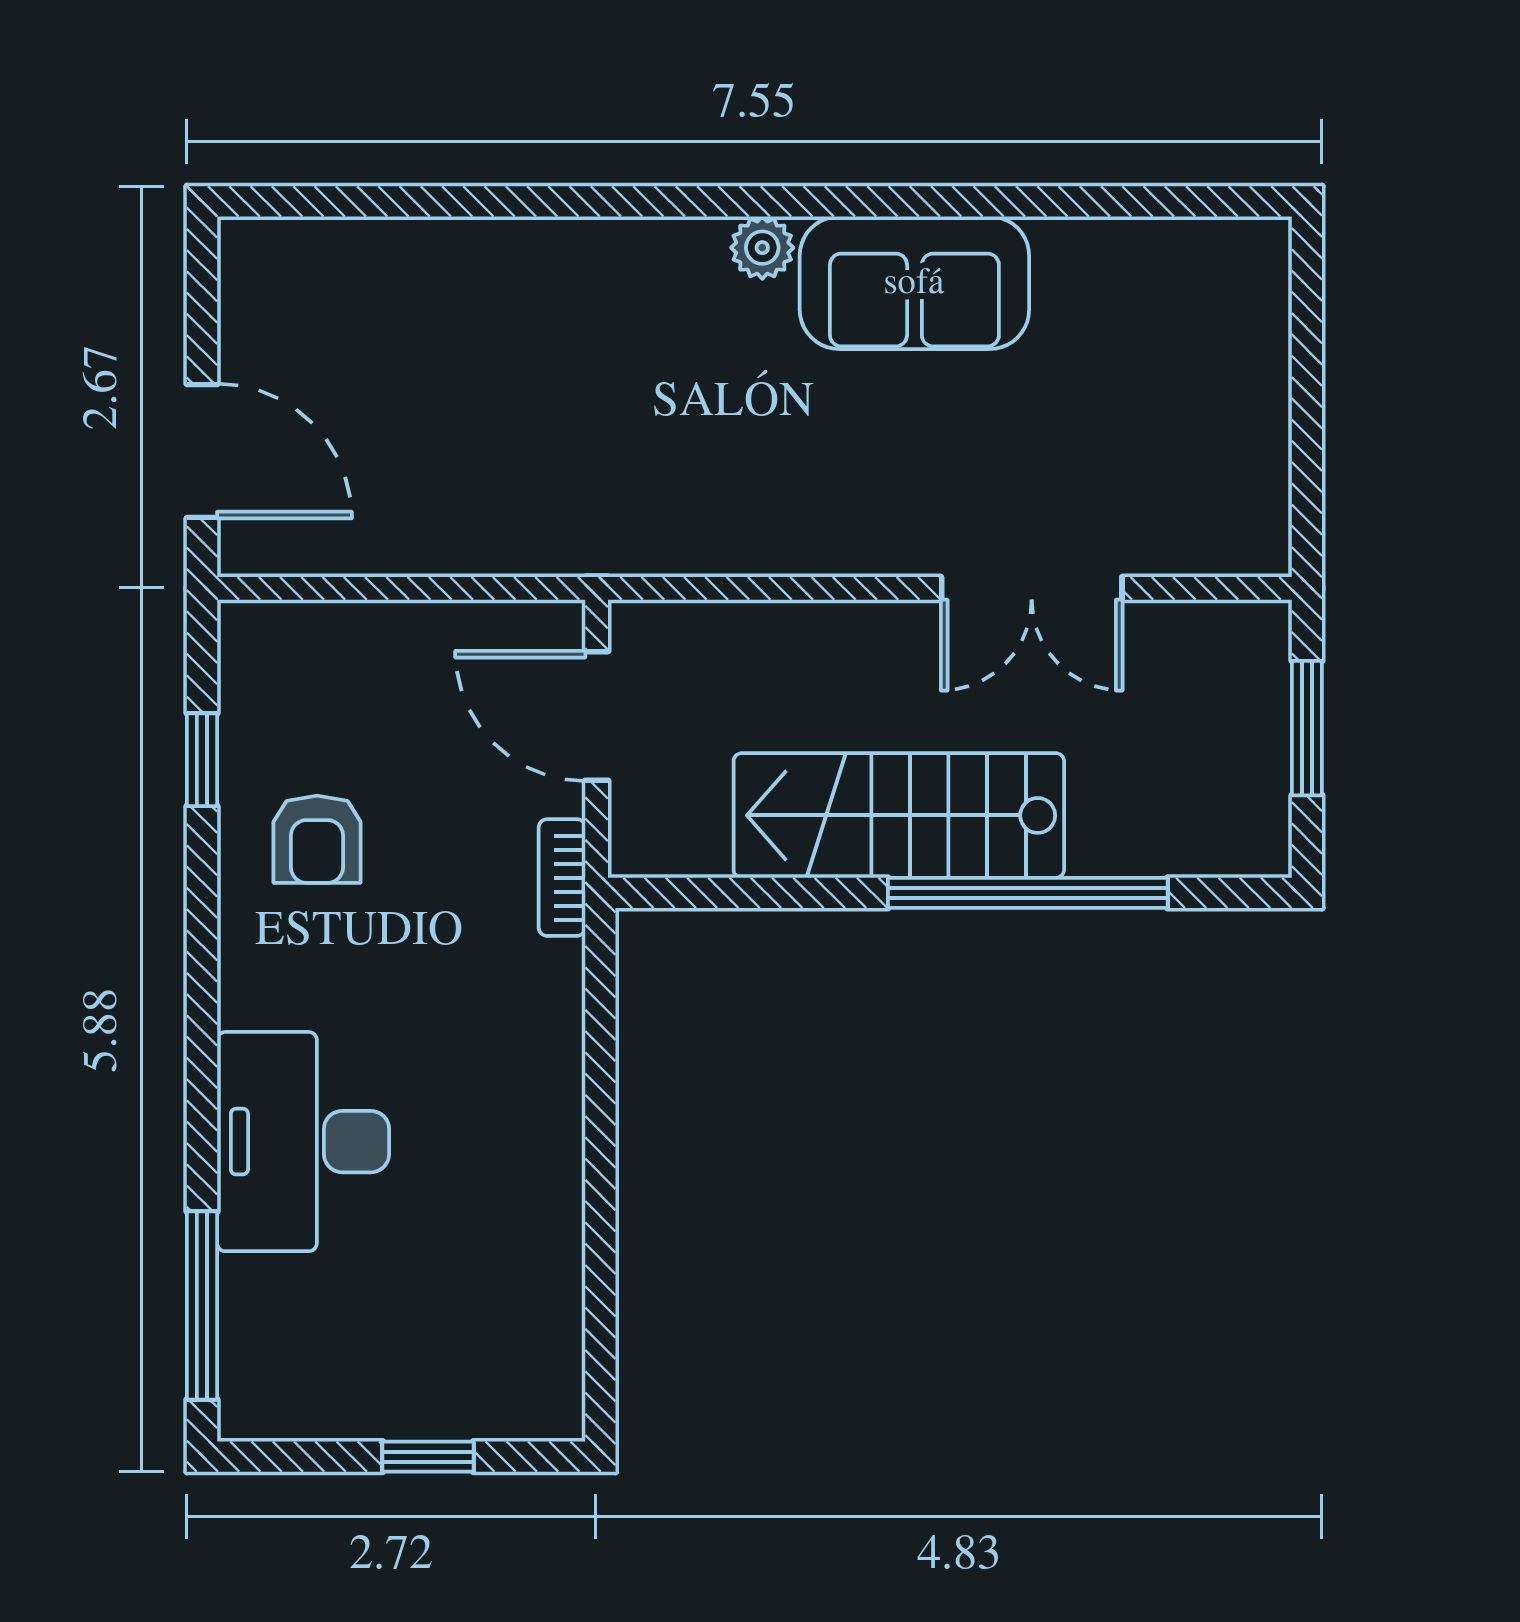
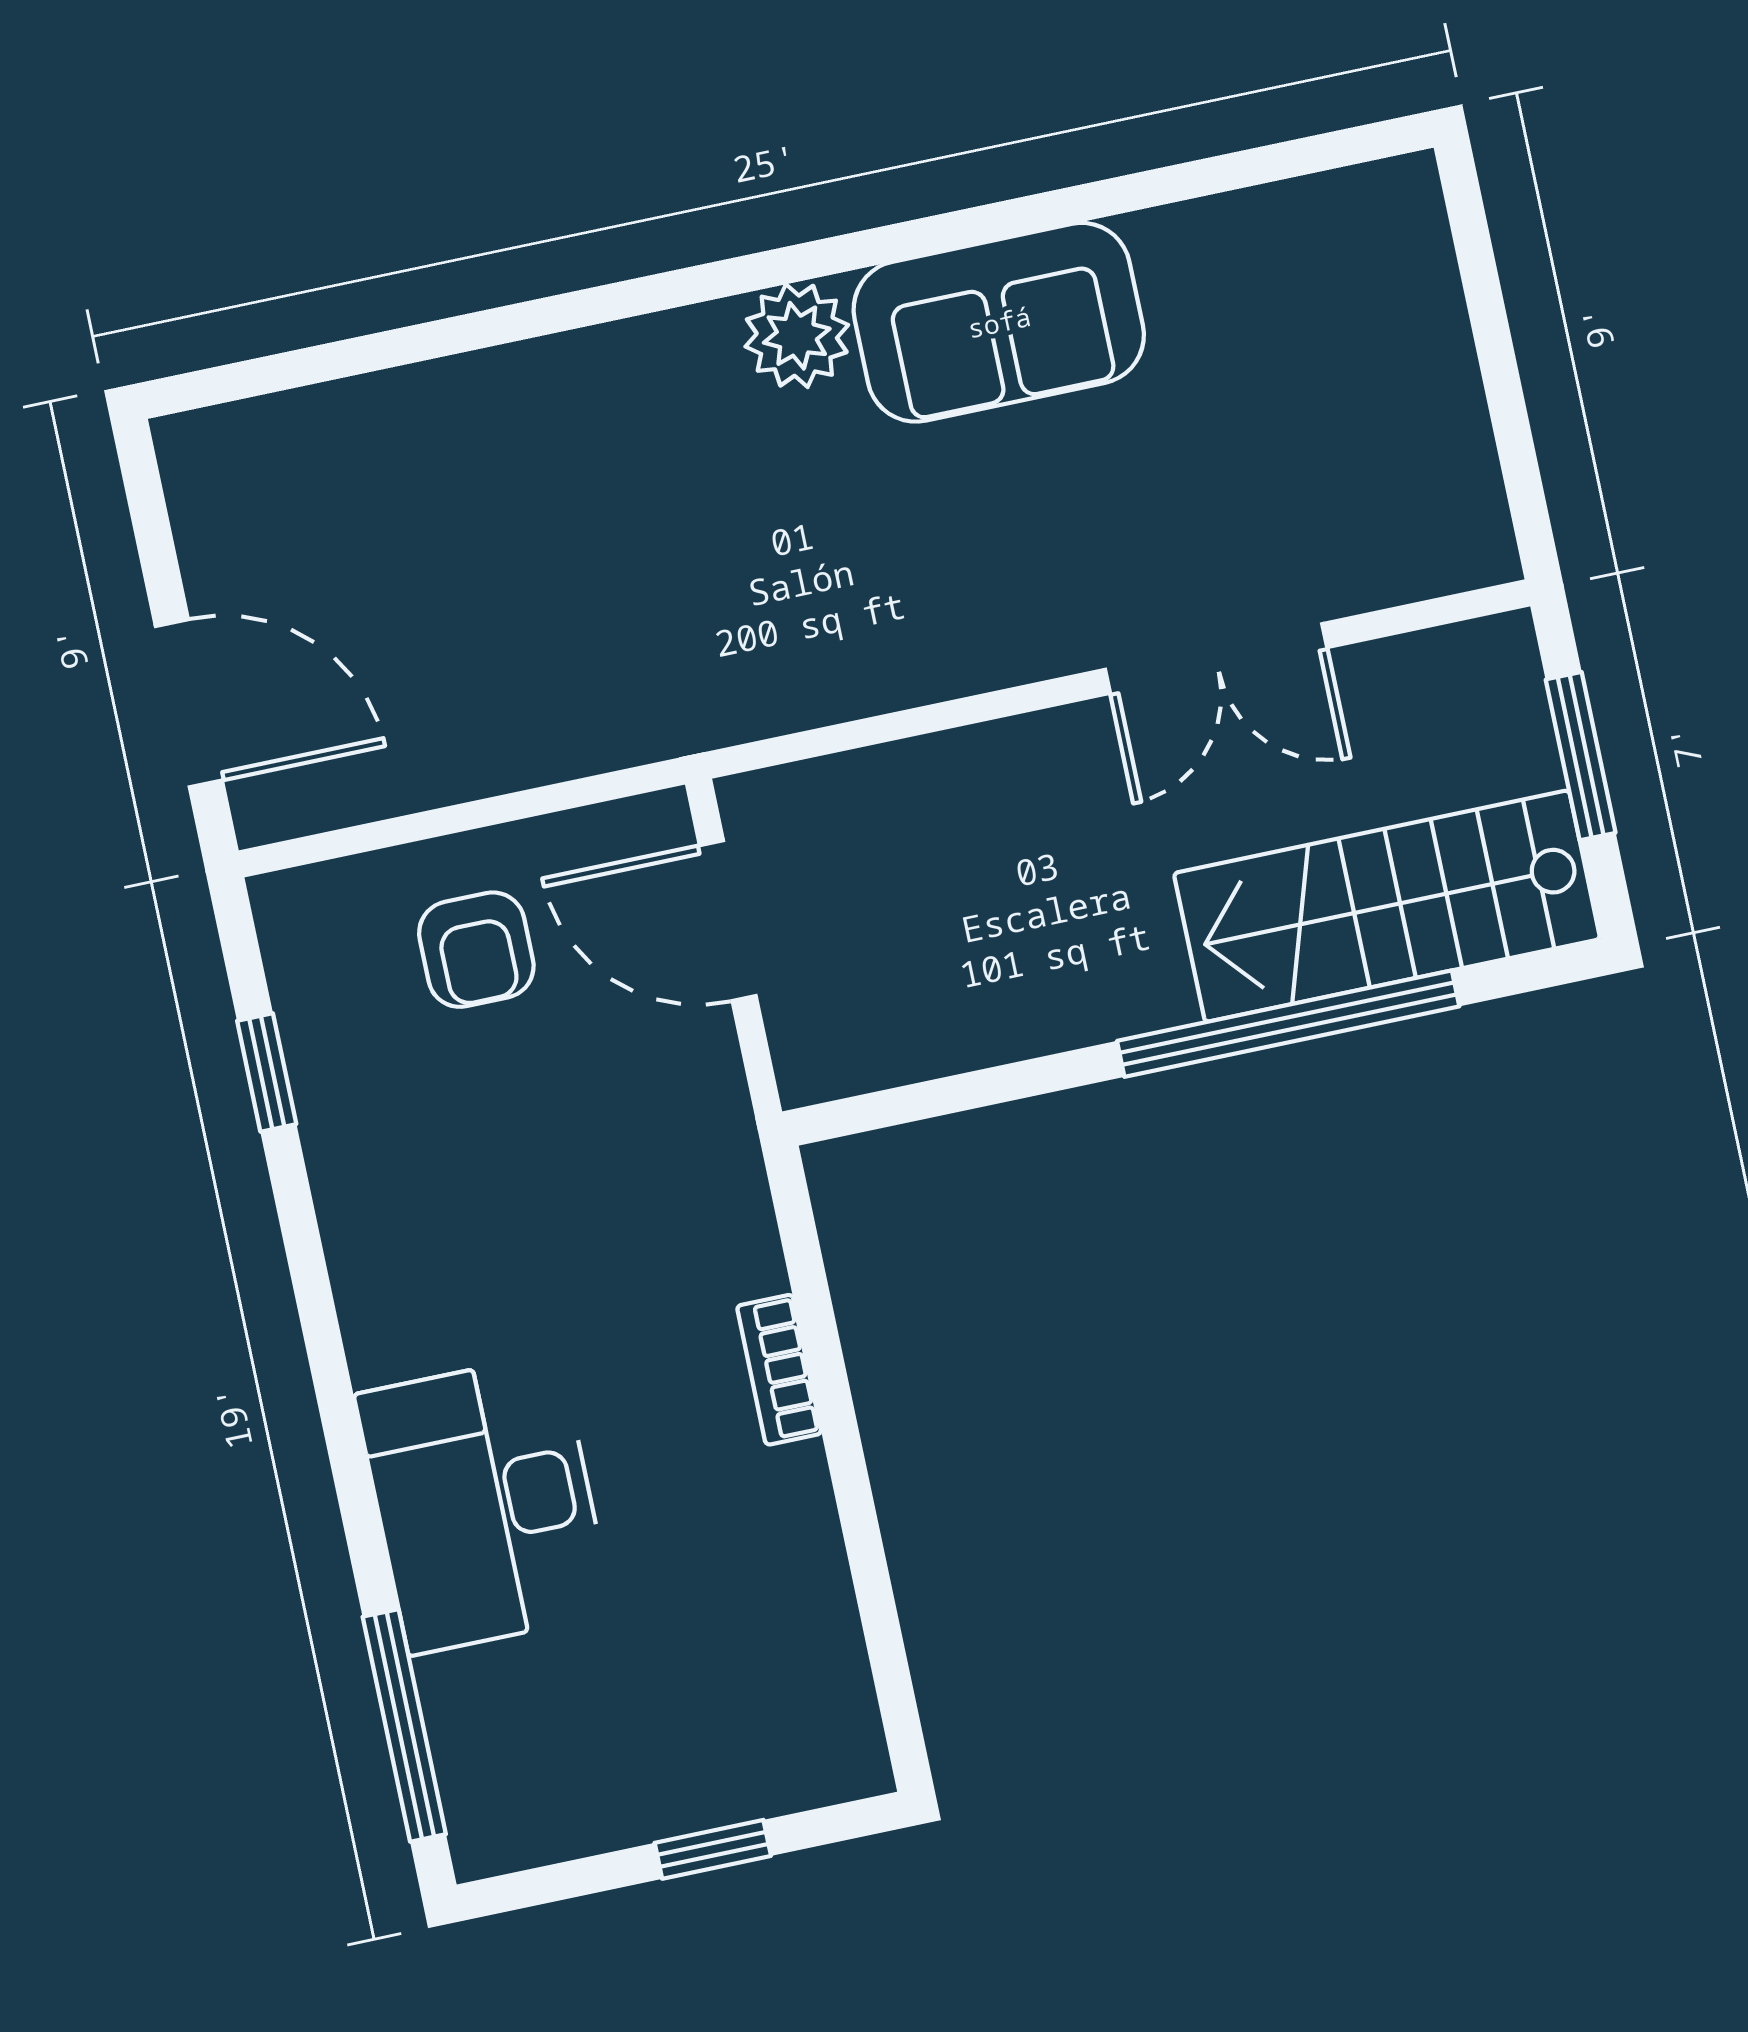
plant: (762, 248) -> (797, 336), width x1.38, depth x1.38
stairs: (899, 815) -> (1387, 906), moved
armchair: (317, 839) -> (476, 950), moved
bookcase: (562, 878) -> (779, 1370), moved

